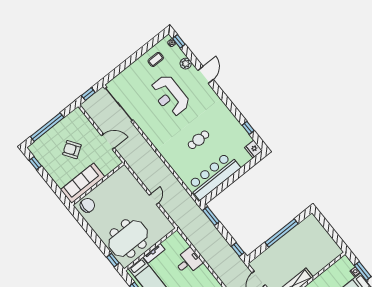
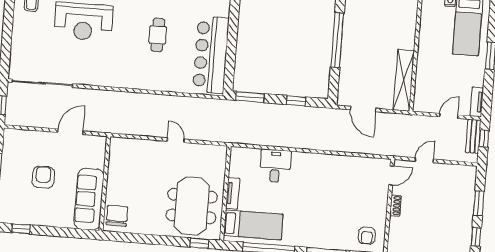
armchair: (72, 150) -> (43, 177), turned 124
window: (238, 249) -> (296, 101), moved

